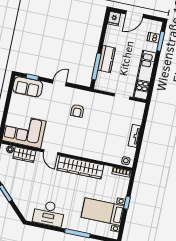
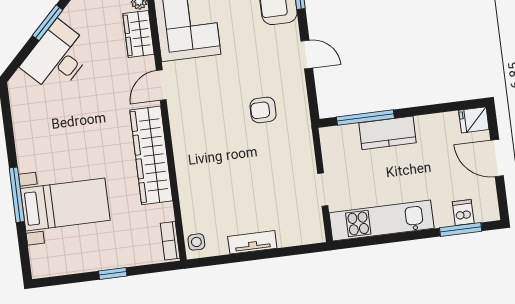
bed with nightstands: (103, 212) -> (65, 204), moved, turned 90
desk: (49, 213) -> (57, 57), moved, turned 45

